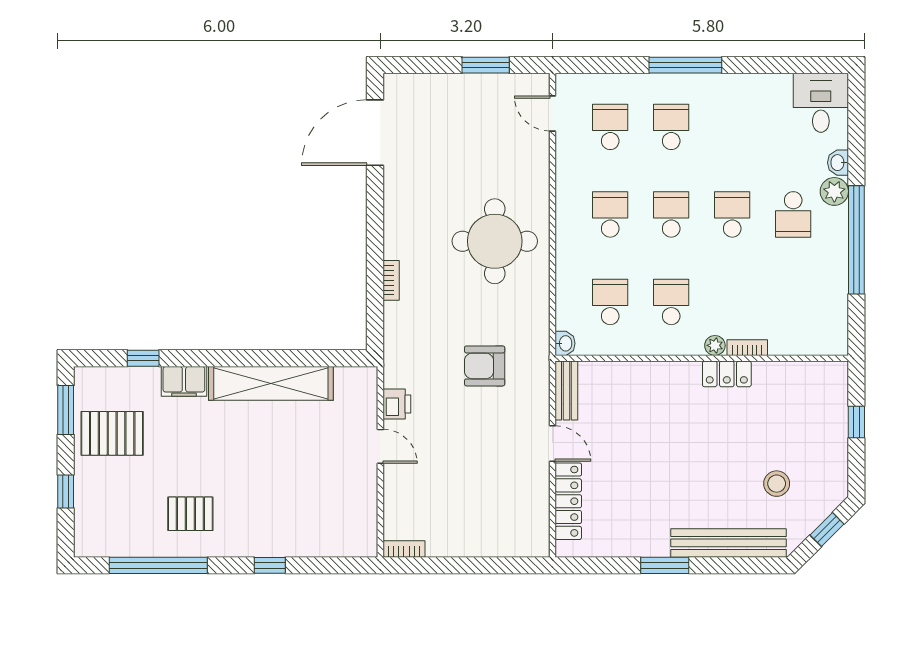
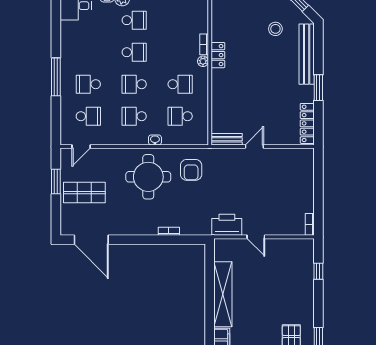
shop shelf: (465, 120) -> (84, 193), added
school desk: (610, 127) -> (88, 116), turned 180
school desk: (732, 214) -> (134, 52), turned 180
school desk: (671, 302) -> (180, 84), turned 180
washbasin: (565, 343) -> (155, 140), moved
armchair: (485, 366) -> (191, 170), moved
printer: (397, 404) -> (227, 225), width x1.87, depth x1.48
door: (380, 446) -> (256, 237), swing flipped
locker: (568, 501) -> (307, 123), moved, turned -90
window: (270, 565) -> (318, 271), moved

